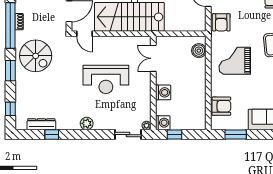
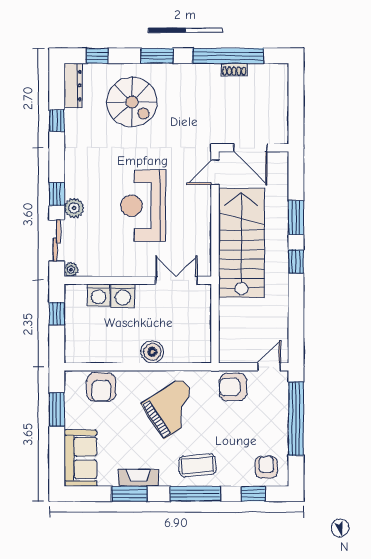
boiler: (199, 51) -> (152, 352), moved
spiral stairs: (36, 56) -> (132, 102), moved, turned -90
grand piano: (235, 61) -> (173, 408), turned 57
plant: (87, 123) -> (74, 208), moved
washing machine: (163, 123) -> (98, 295), moved
dresser: (41, 124) -> (73, 86), moved
window: (98, 135) -> (57, 194), added

